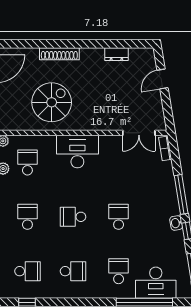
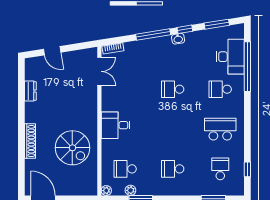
spiral stairs: (52, 102) -> (72, 148), turned 180
desk: (77, 152) -> (116, 125), width x0.73
school desk: (73, 217) -> (173, 129), removed
school desk: (73, 271) -> (220, 129), width x1.85

